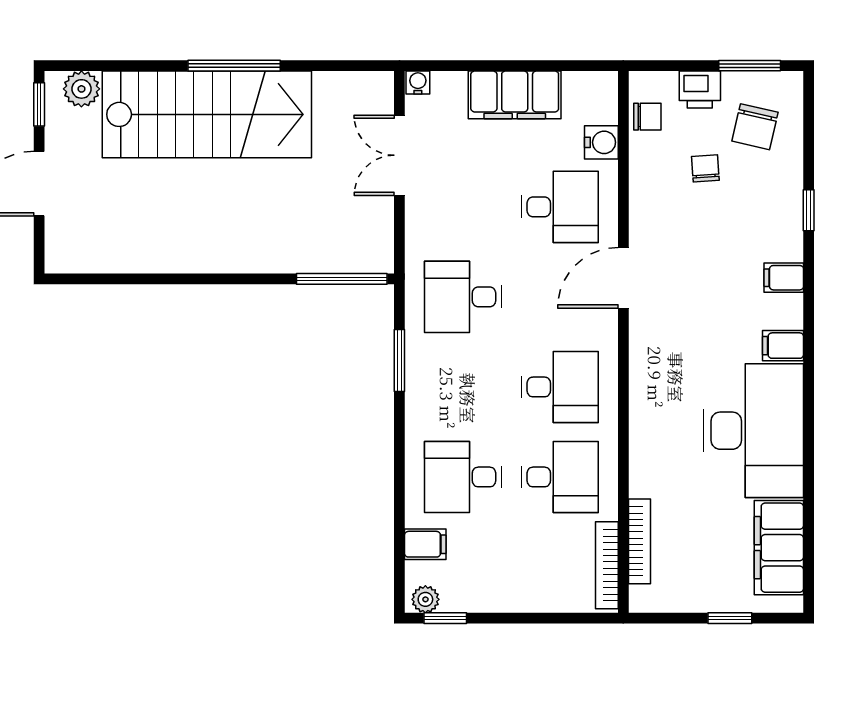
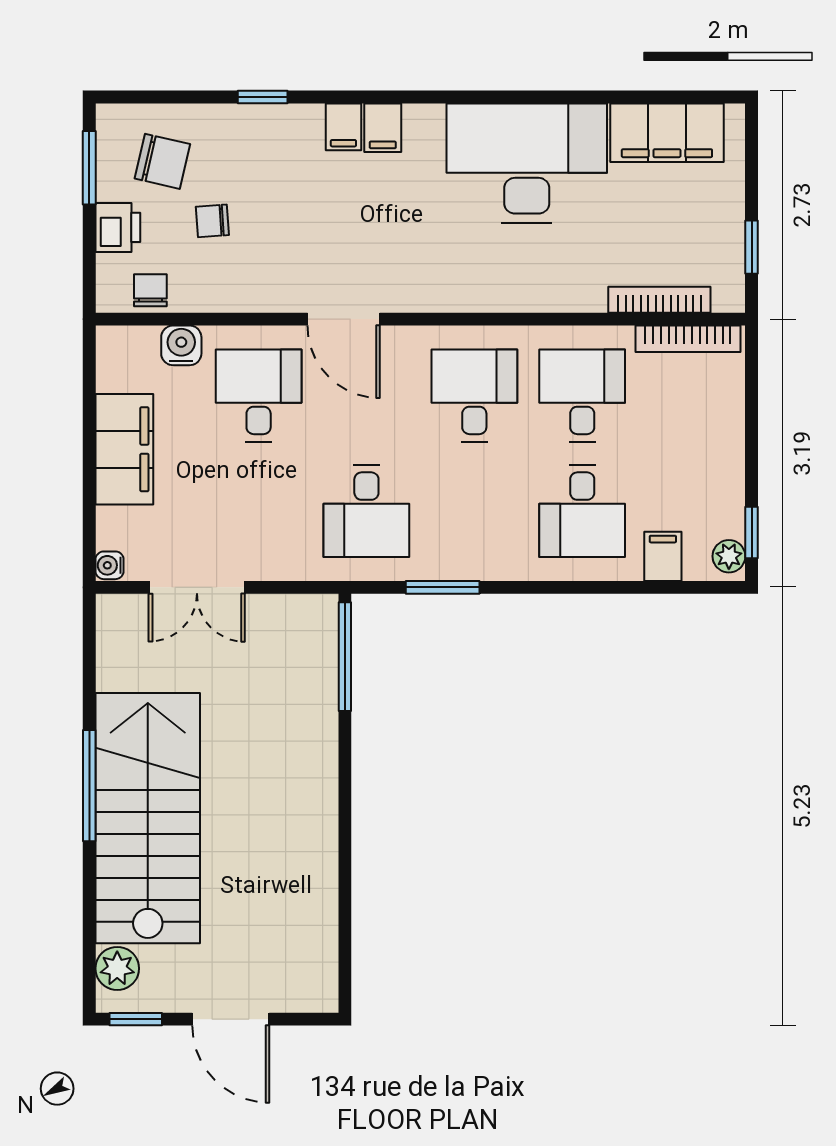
filing cabinet: (783, 346) -> (383, 128), moved
window: (730, 618) -> (752, 247), moved

